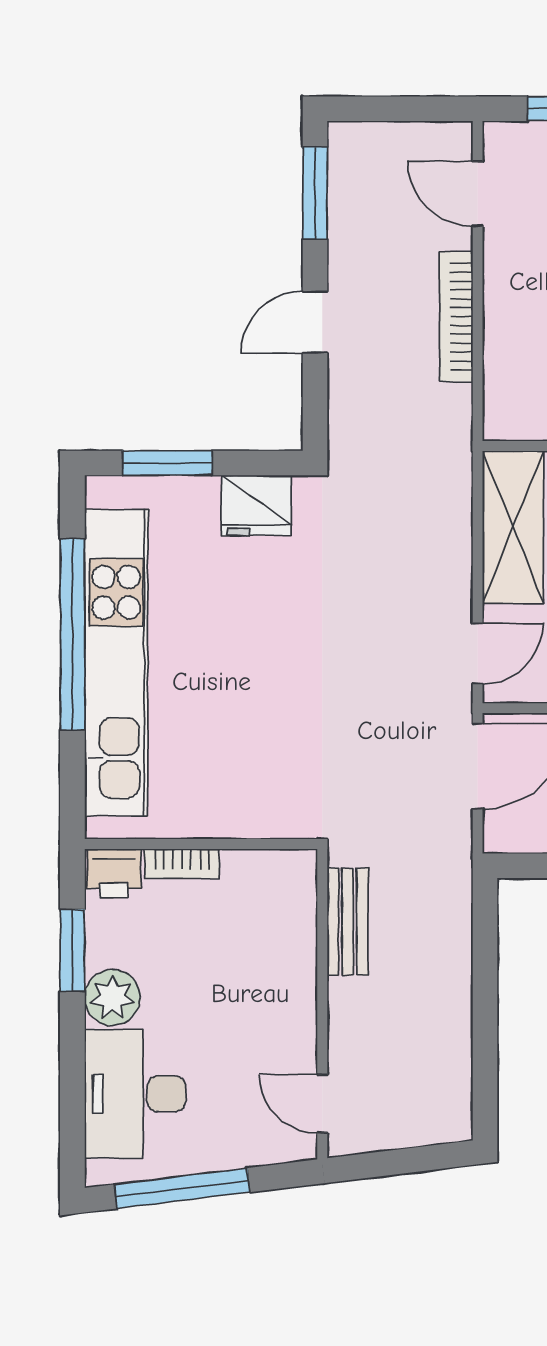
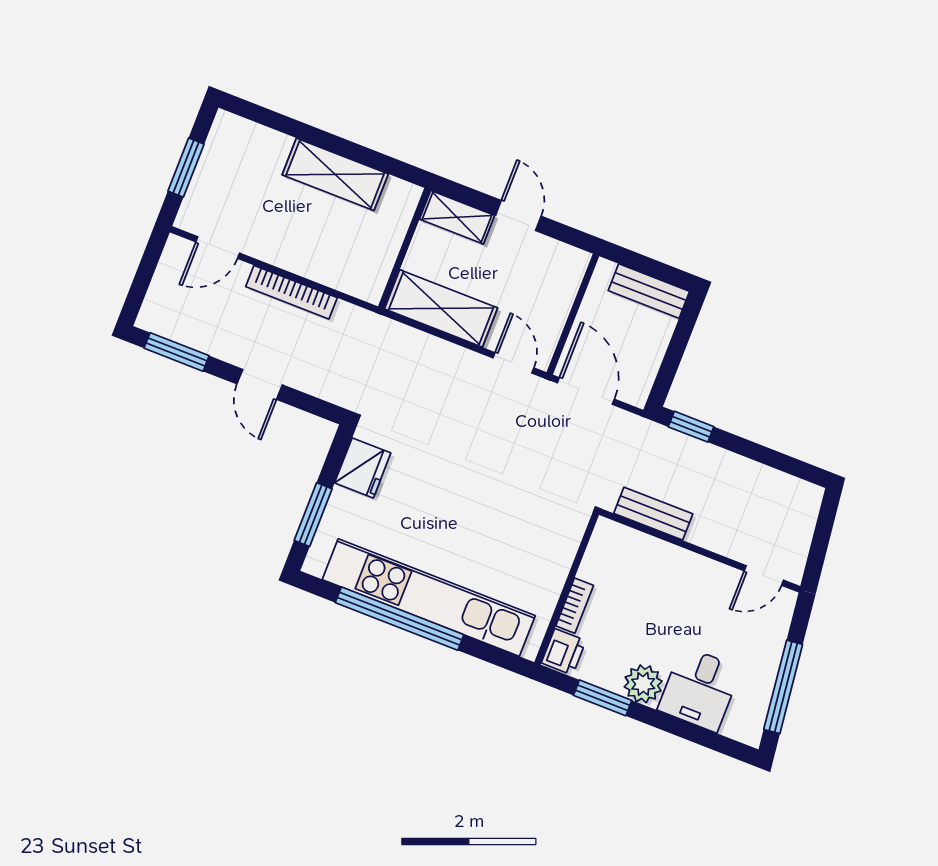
window: (485, 927) -> (691, 427), added
desk: (135, 1094) -> (699, 689), width x0.73

